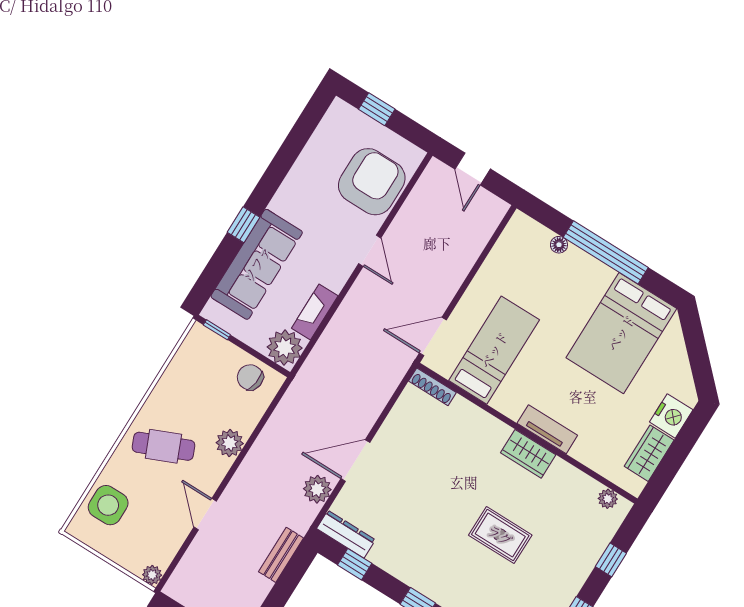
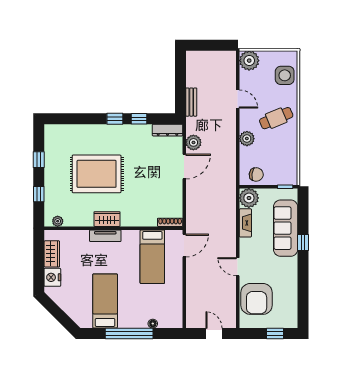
bed: (621, 333) -> (105, 301), width x0.67
rug: (500, 535) -> (97, 174), width x1.86, depth x2.06
window: (355, 564) -> (139, 119), moved
plant: (152, 575) -> (249, 61), width x1.87, depth x1.87

